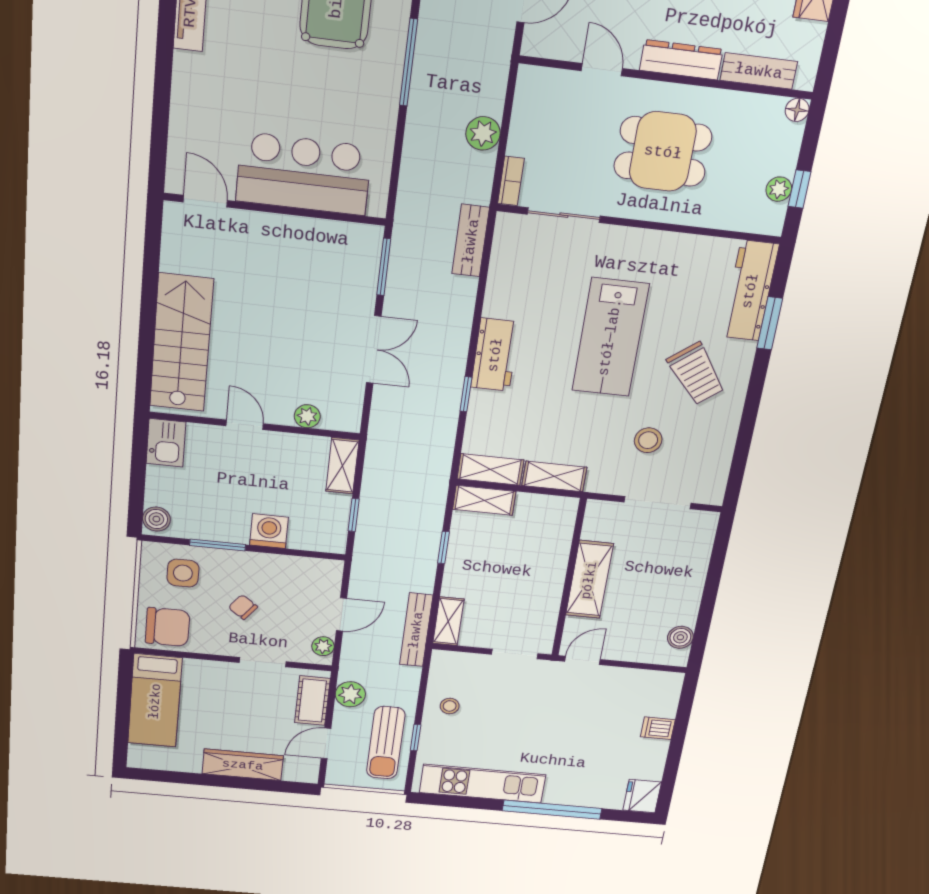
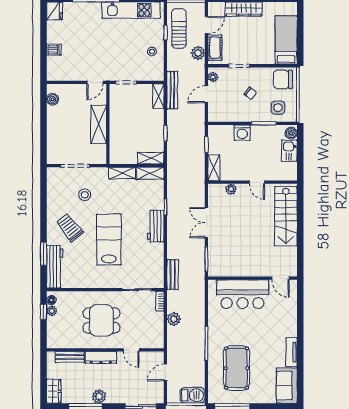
floor lamp: (797, 110) -> (51, 300), moved
kitchen sink: (166, 443) -> (289, 151), moved

